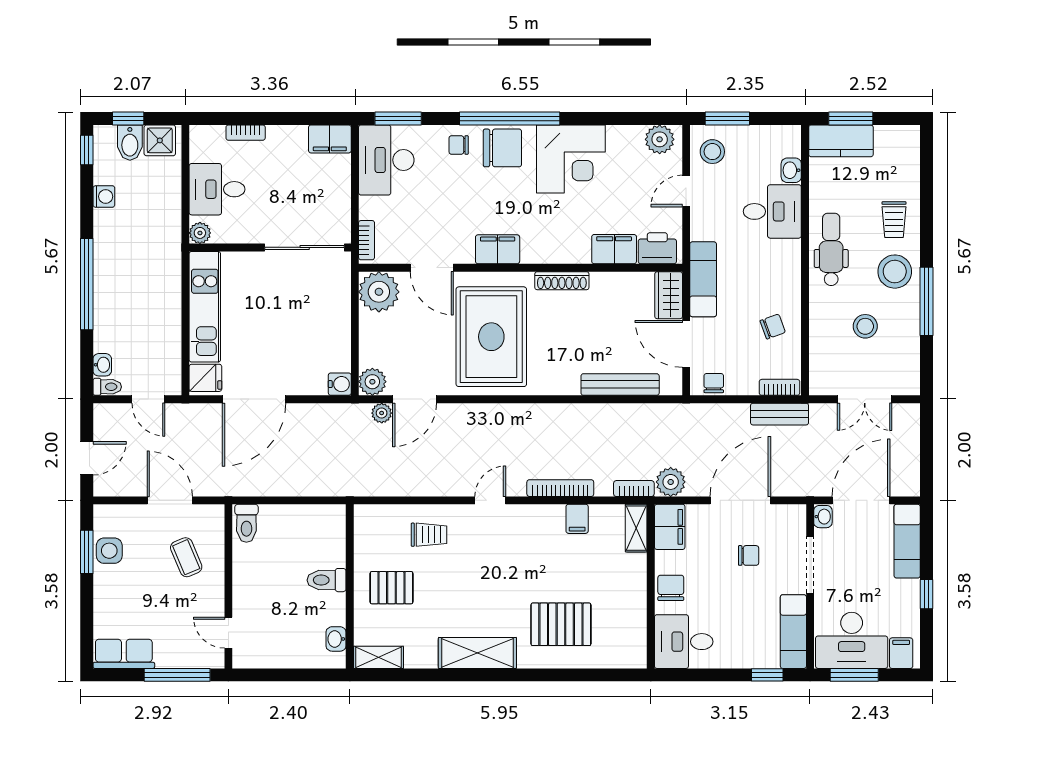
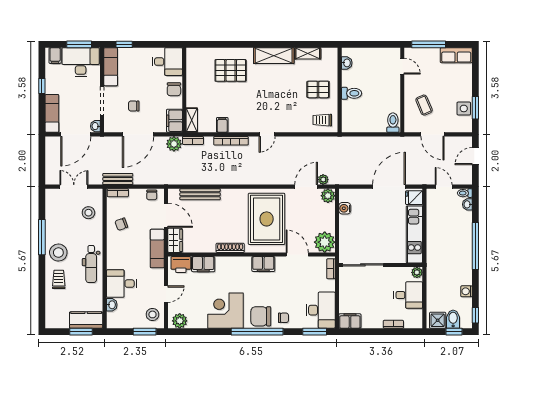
stool: (865, 326) -> (88, 213), moved
water cooler: (340, 384) -> (345, 208), moved
trolley: (429, 535) -> (322, 120), moved
shelving: (378, 657) -> (308, 53), moved

